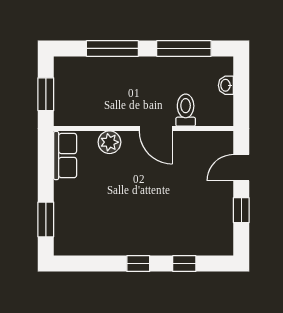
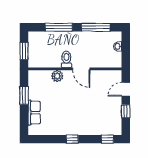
toilet: (186, 110) -> (66, 59), moved
row of seats: (65, 156) -> (34, 113), moved
window: (46, 219) -> (24, 96), moved
window: (184, 264) -> (107, 139), moved

